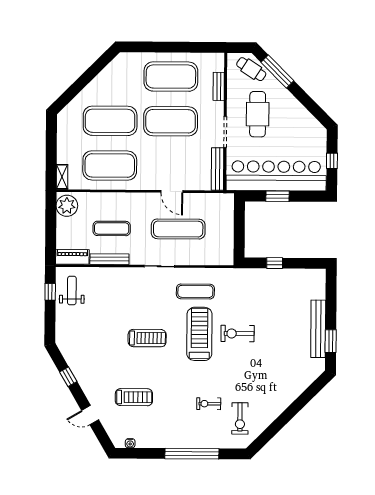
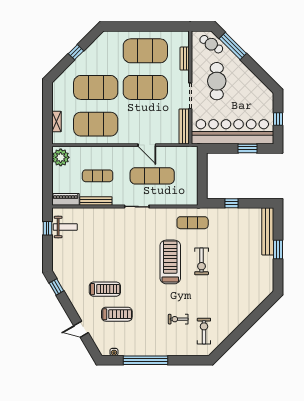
window: (86, 78) -> (76, 52), added
shelving: (62, 177) -> (57, 122), moved
window: (278, 196) -> (248, 148), moved
weight bench: (72, 291) -> (65, 227), turned 90
exercise mat: (195, 291) -> (193, 223), moved
bench: (318, 329) -> (268, 231), moved
exercise bike: (238, 334) -> (202, 261), turned -90
treadmill: (147, 338) -> (105, 289), moved
window: (331, 341) -> (278, 249), moved
window: (68, 377) -> (56, 287), moved
exercise bike: (240, 418) -> (204, 331), turned 180
window: (192, 454) -> (146, 360), moved

